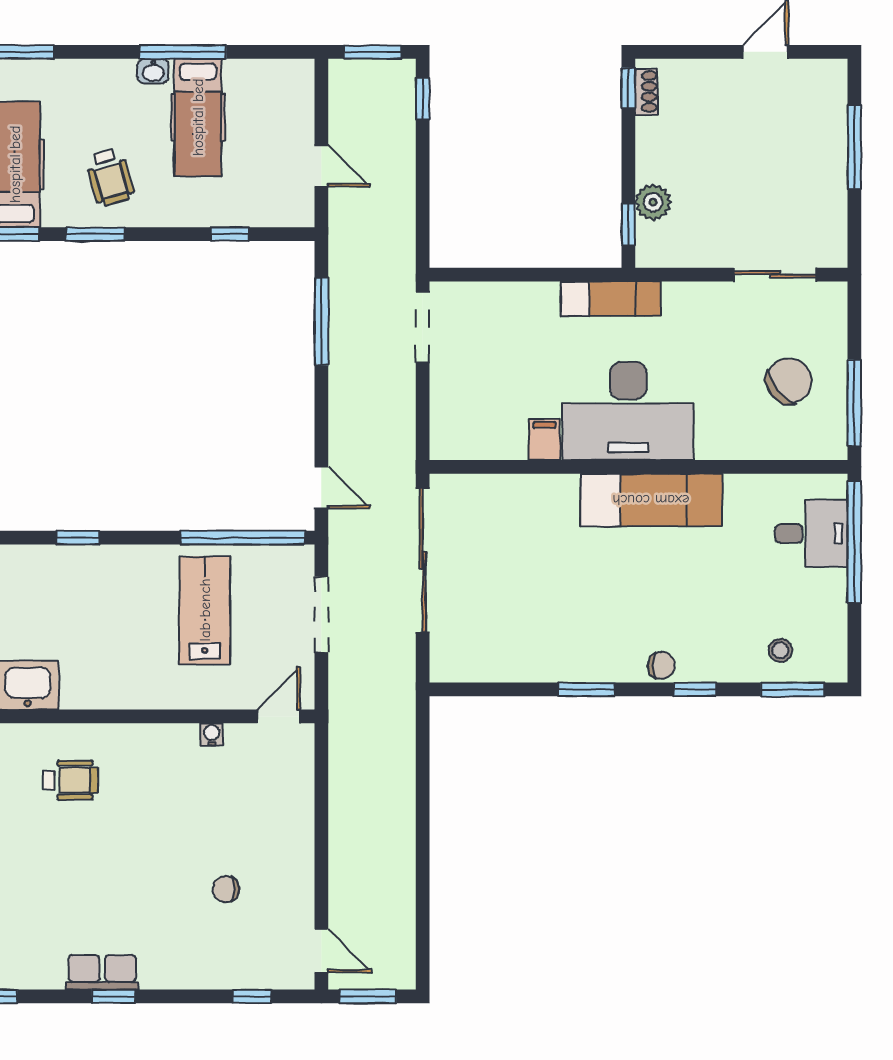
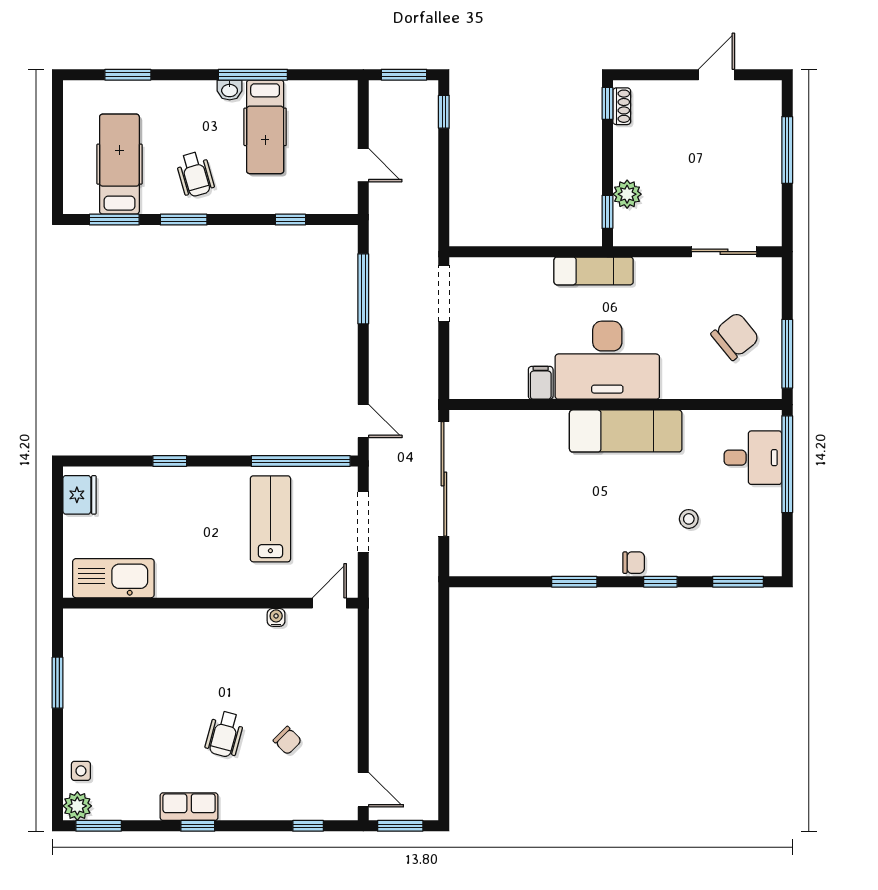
stool: (780, 650) -> (689, 519), moved
wheelchair: (71, 780) -> (225, 734), moved, turned 105
chair: (226, 889) -> (287, 740), turned -135

